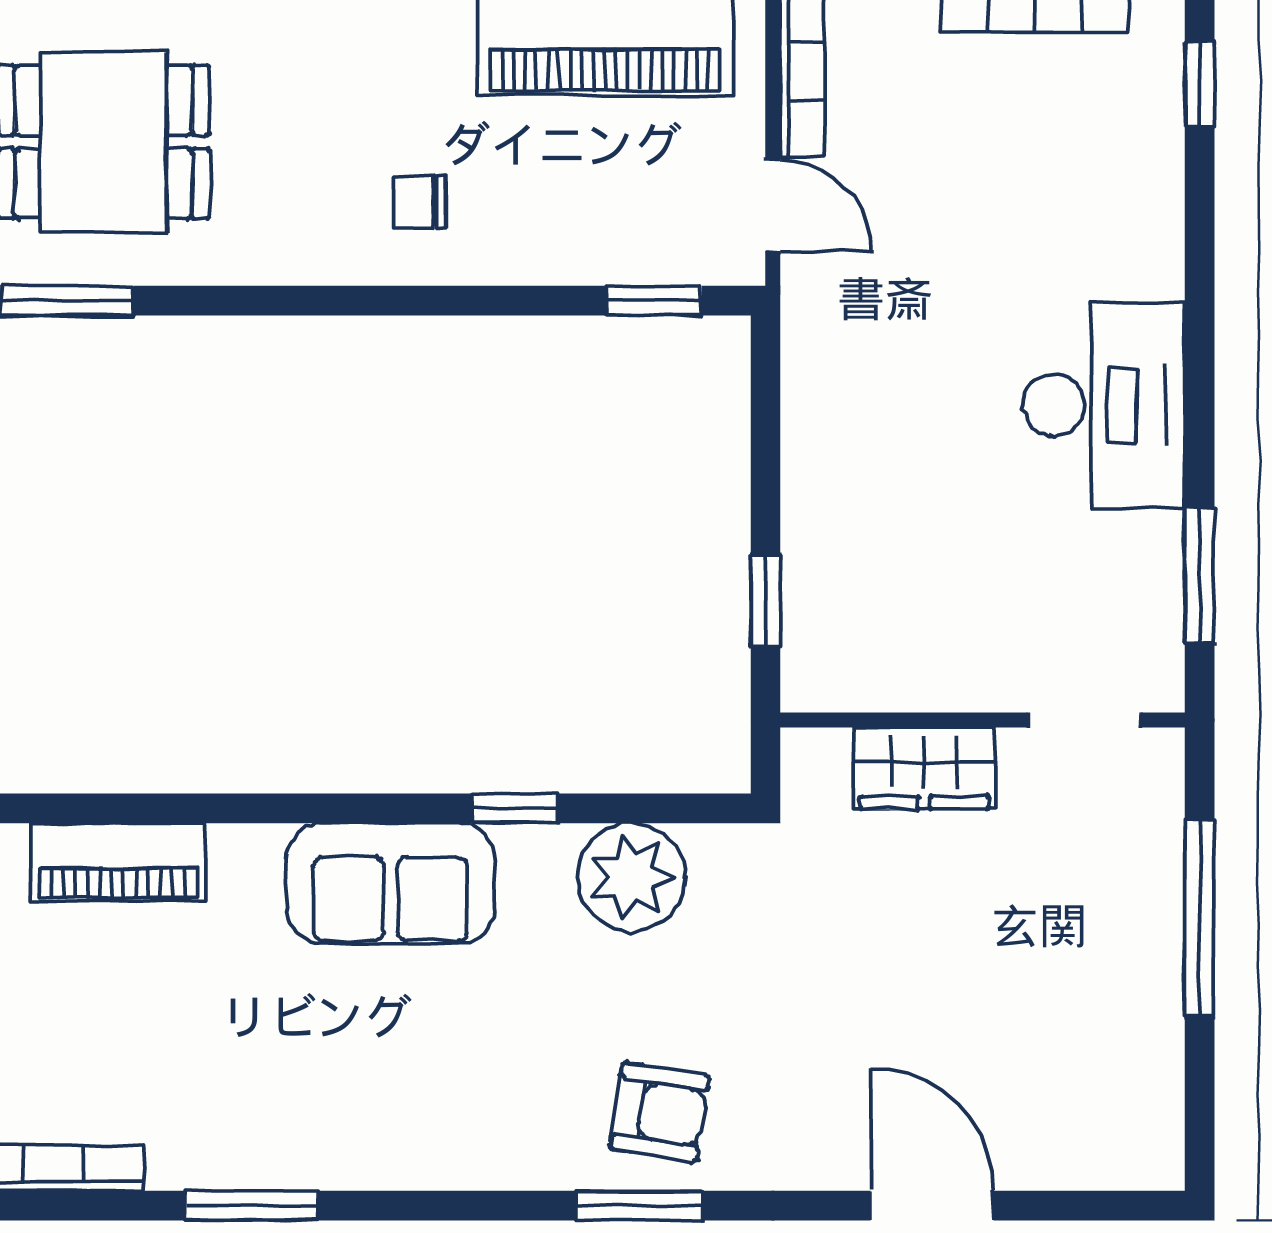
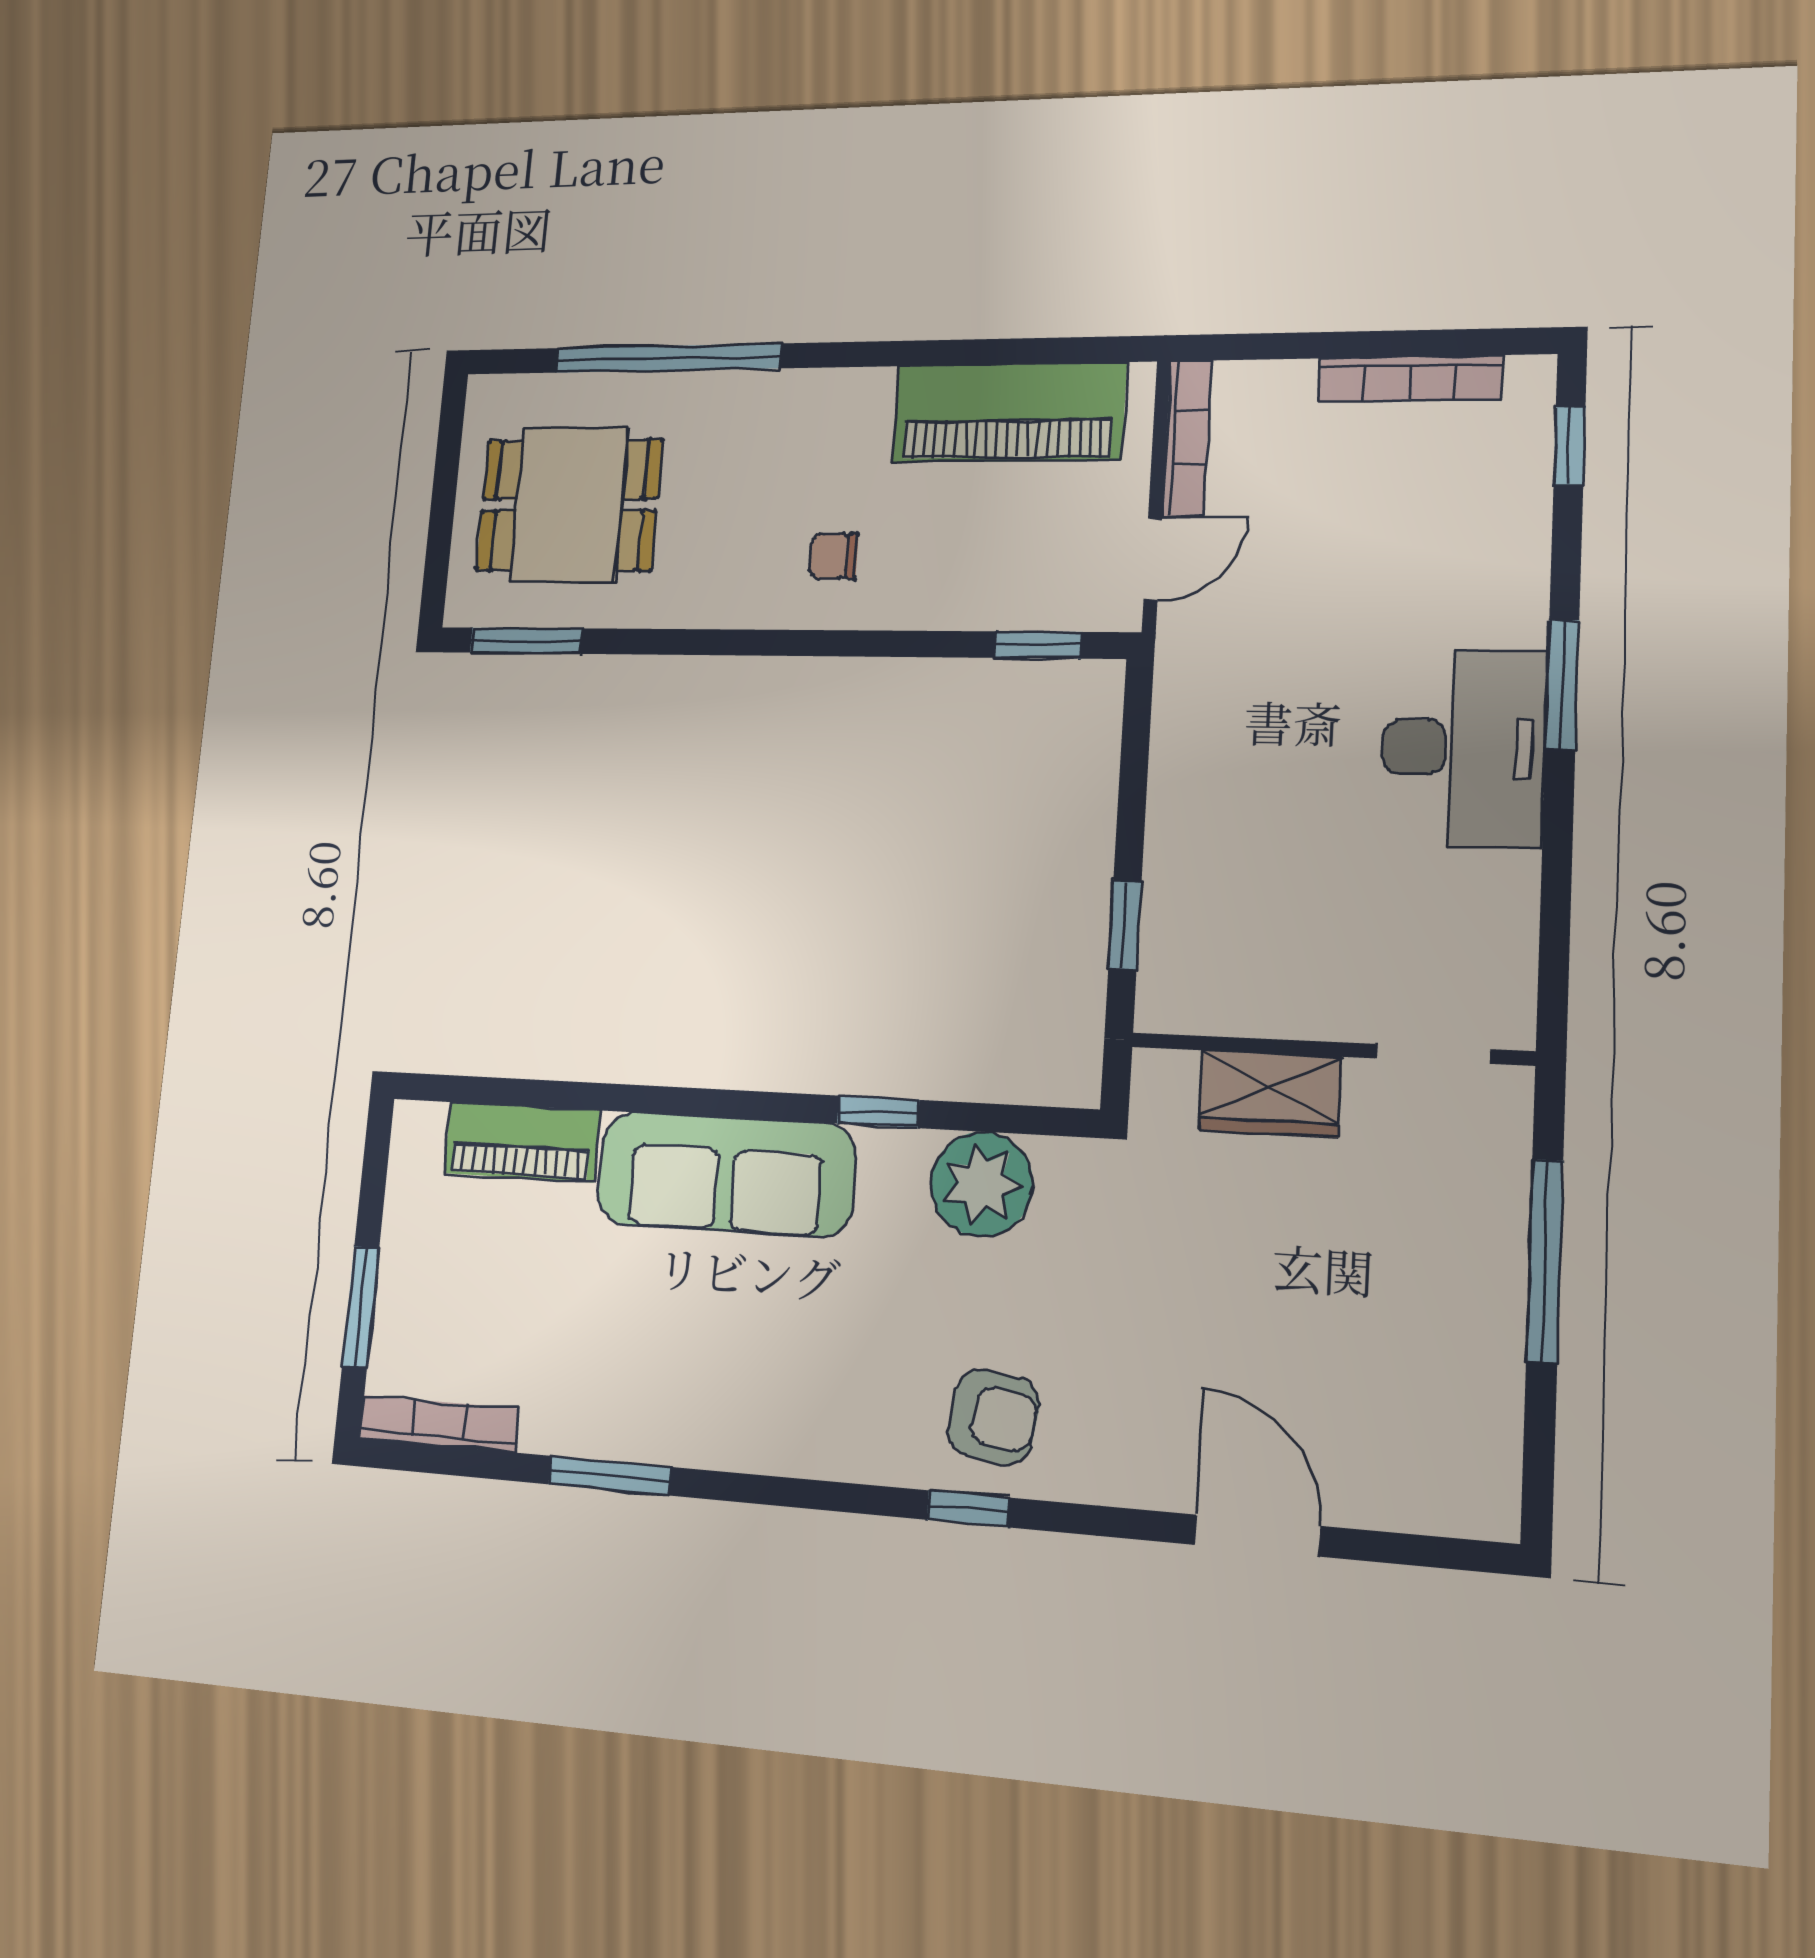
door: (773, 206) -> (1153, 559), hinge flipped
window: (1200, 575) -> (1562, 685), moved
sofa: (391, 883) -> (726, 1174), width x1.36
window: (639, 1206) -> (968, 1509), width x0.67

